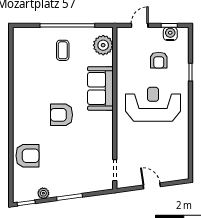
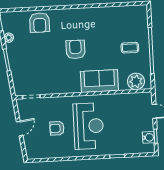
armchair: (159, 60) -> (57, 128), moved

